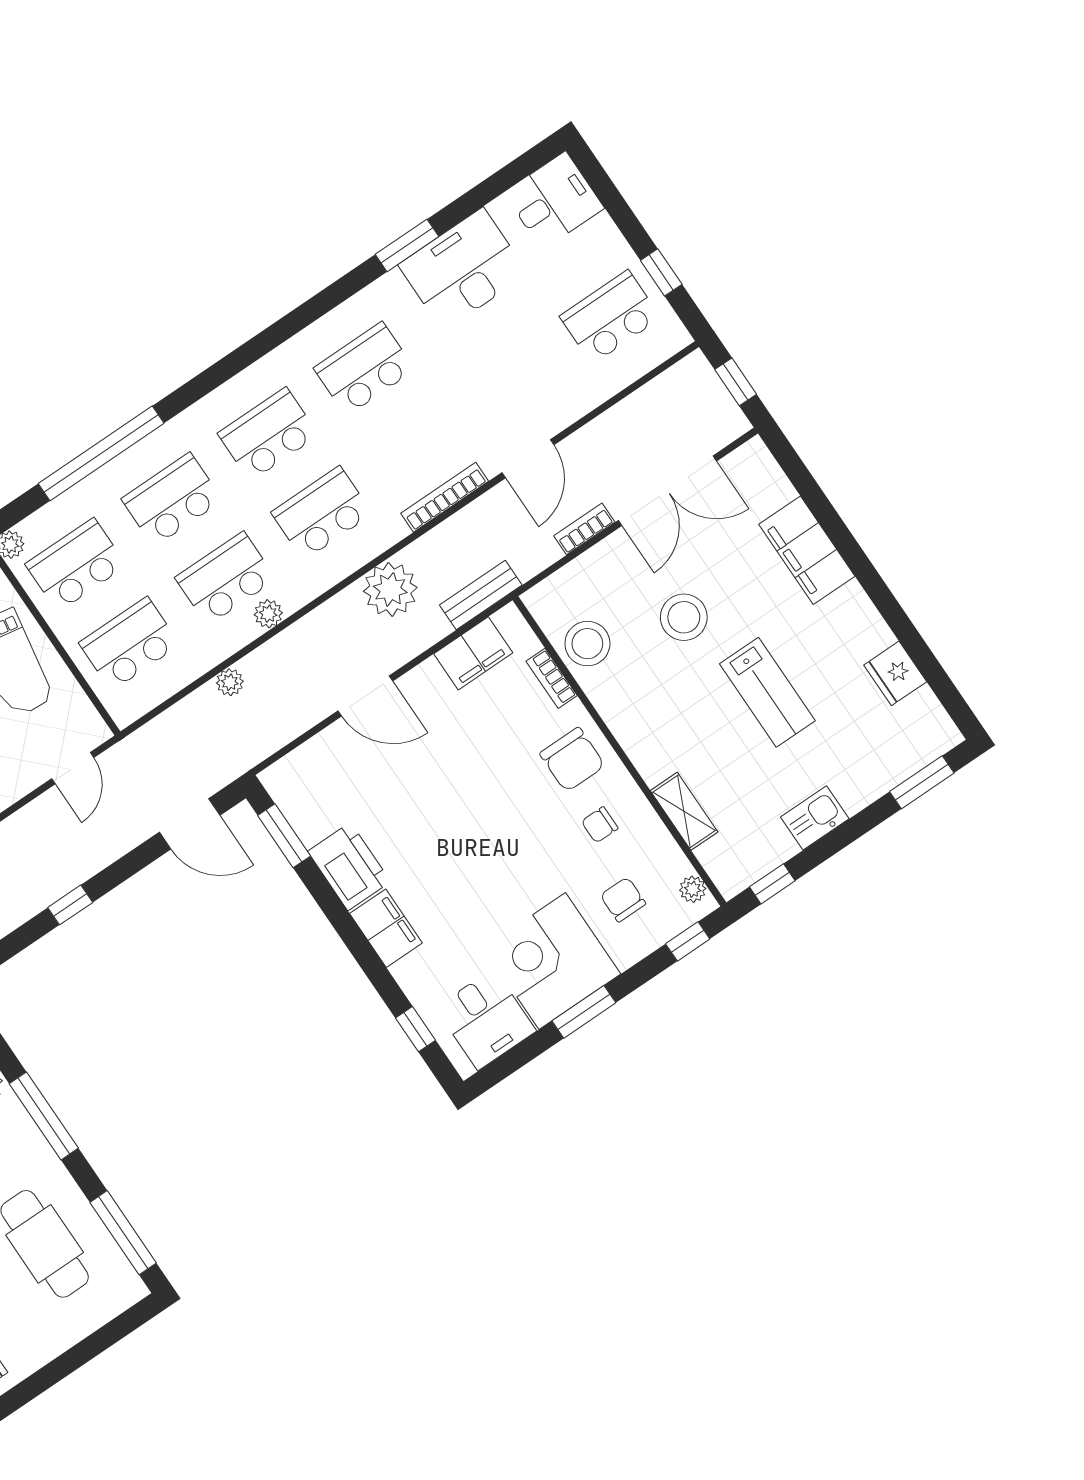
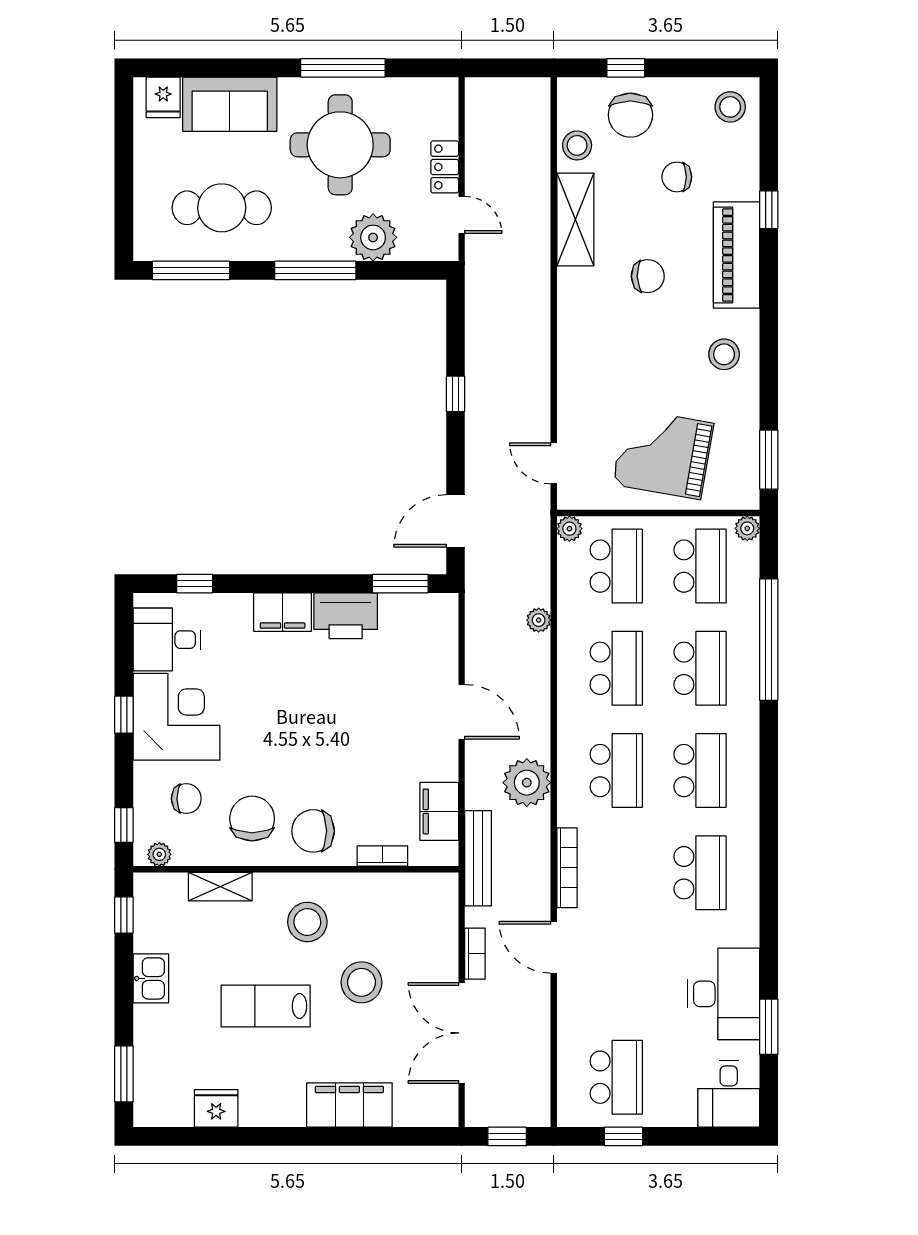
window: (407, 245) -> (769, 1027), moved
bench: (481, 595) -> (478, 858), width x1.36
plant: (268, 614) -> (569, 529), moved
stool: (587, 644) -> (307, 922), moved
door: (365, 696) -> (462, 712), swing flipped
chair: (600, 825) -> (252, 819), width x1.87, depth x1.87
window: (584, 1012) -> (124, 715), width x0.67

